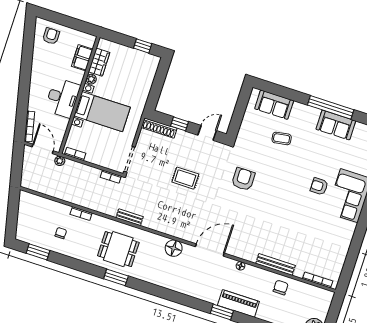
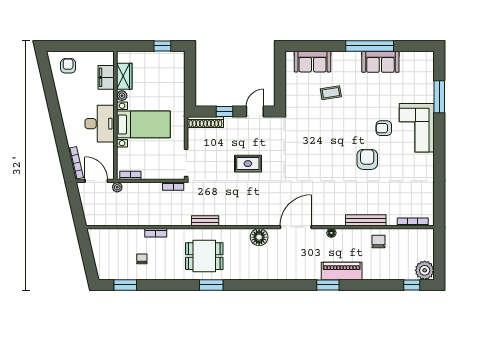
armchair: (243, 179) -> (367, 159), moved

